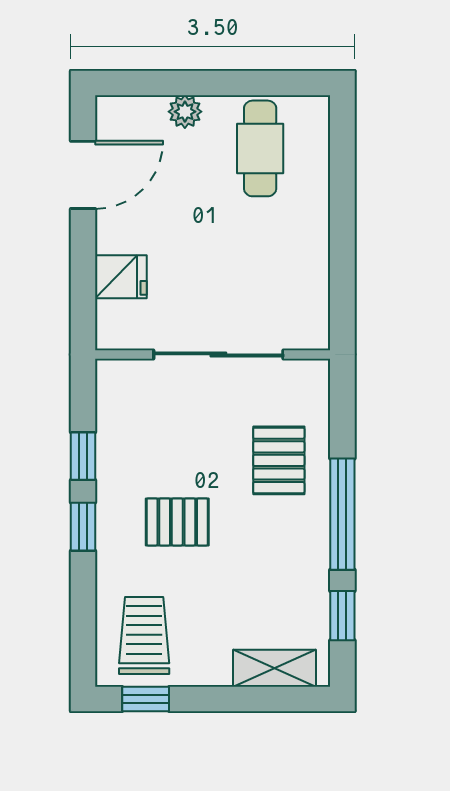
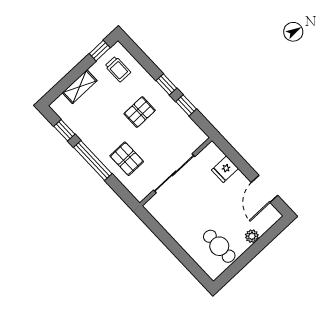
trolley: (144, 636) -> (118, 69), width x0.73, depth x0.72
shelving: (275, 668) -> (80, 87), moved

